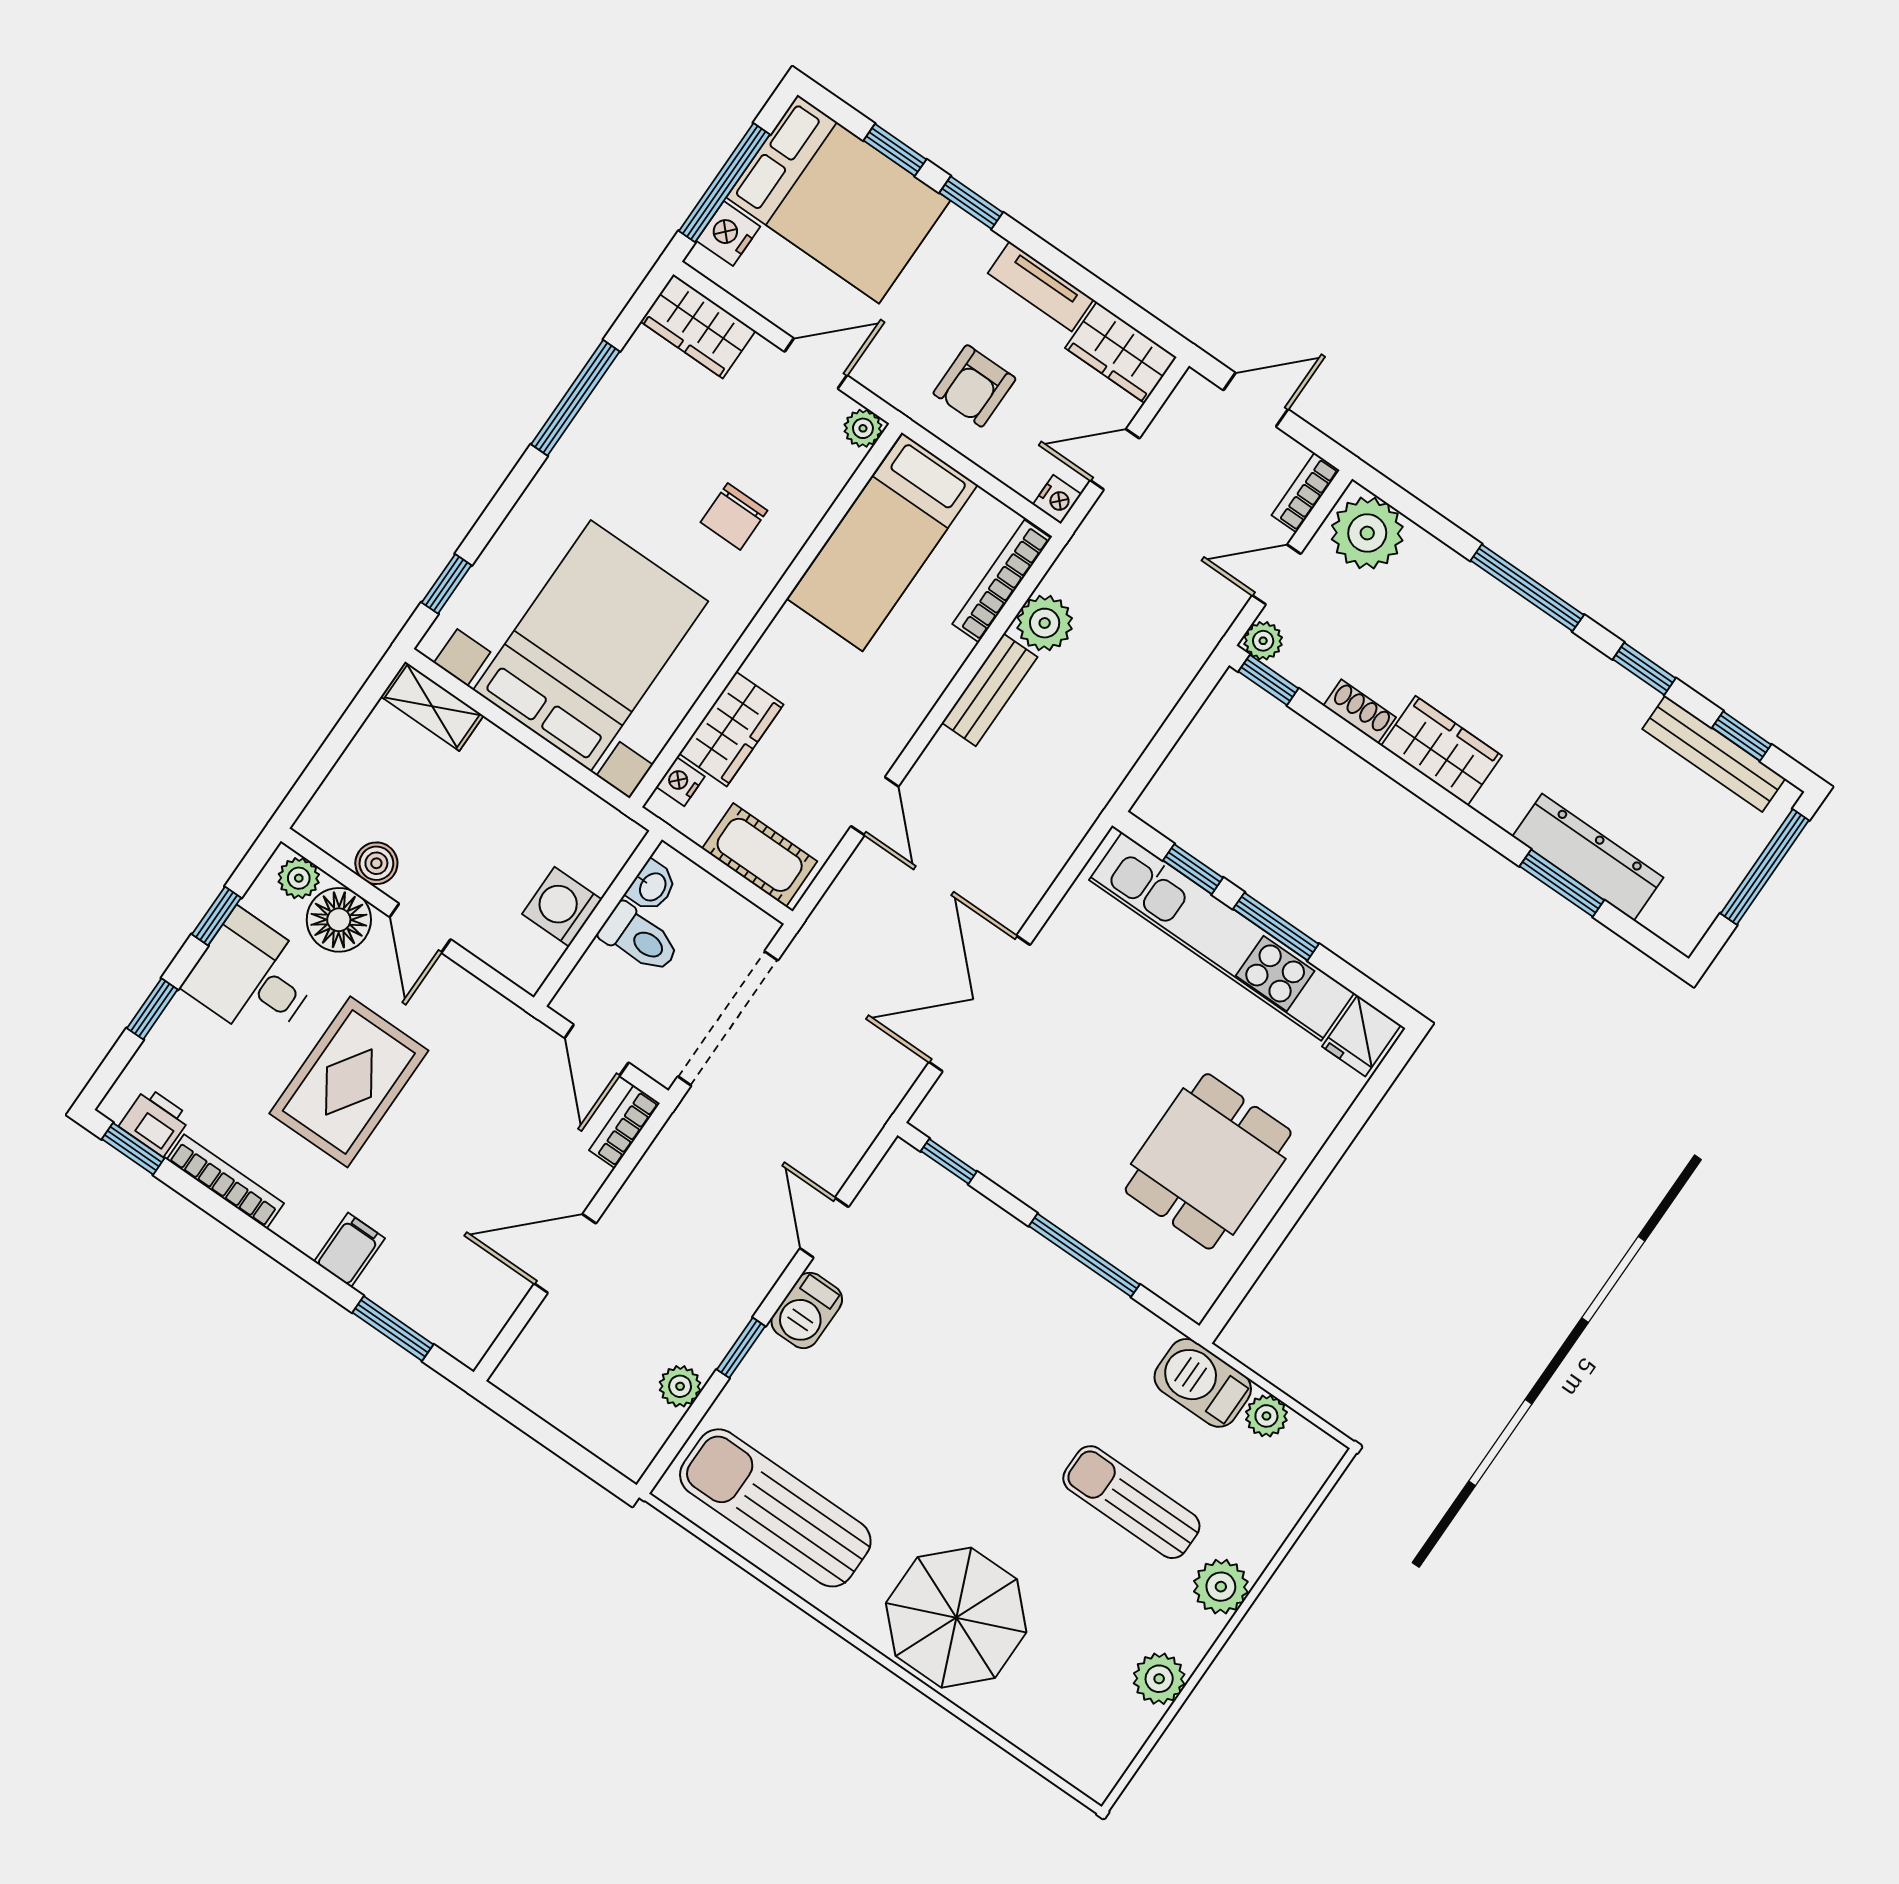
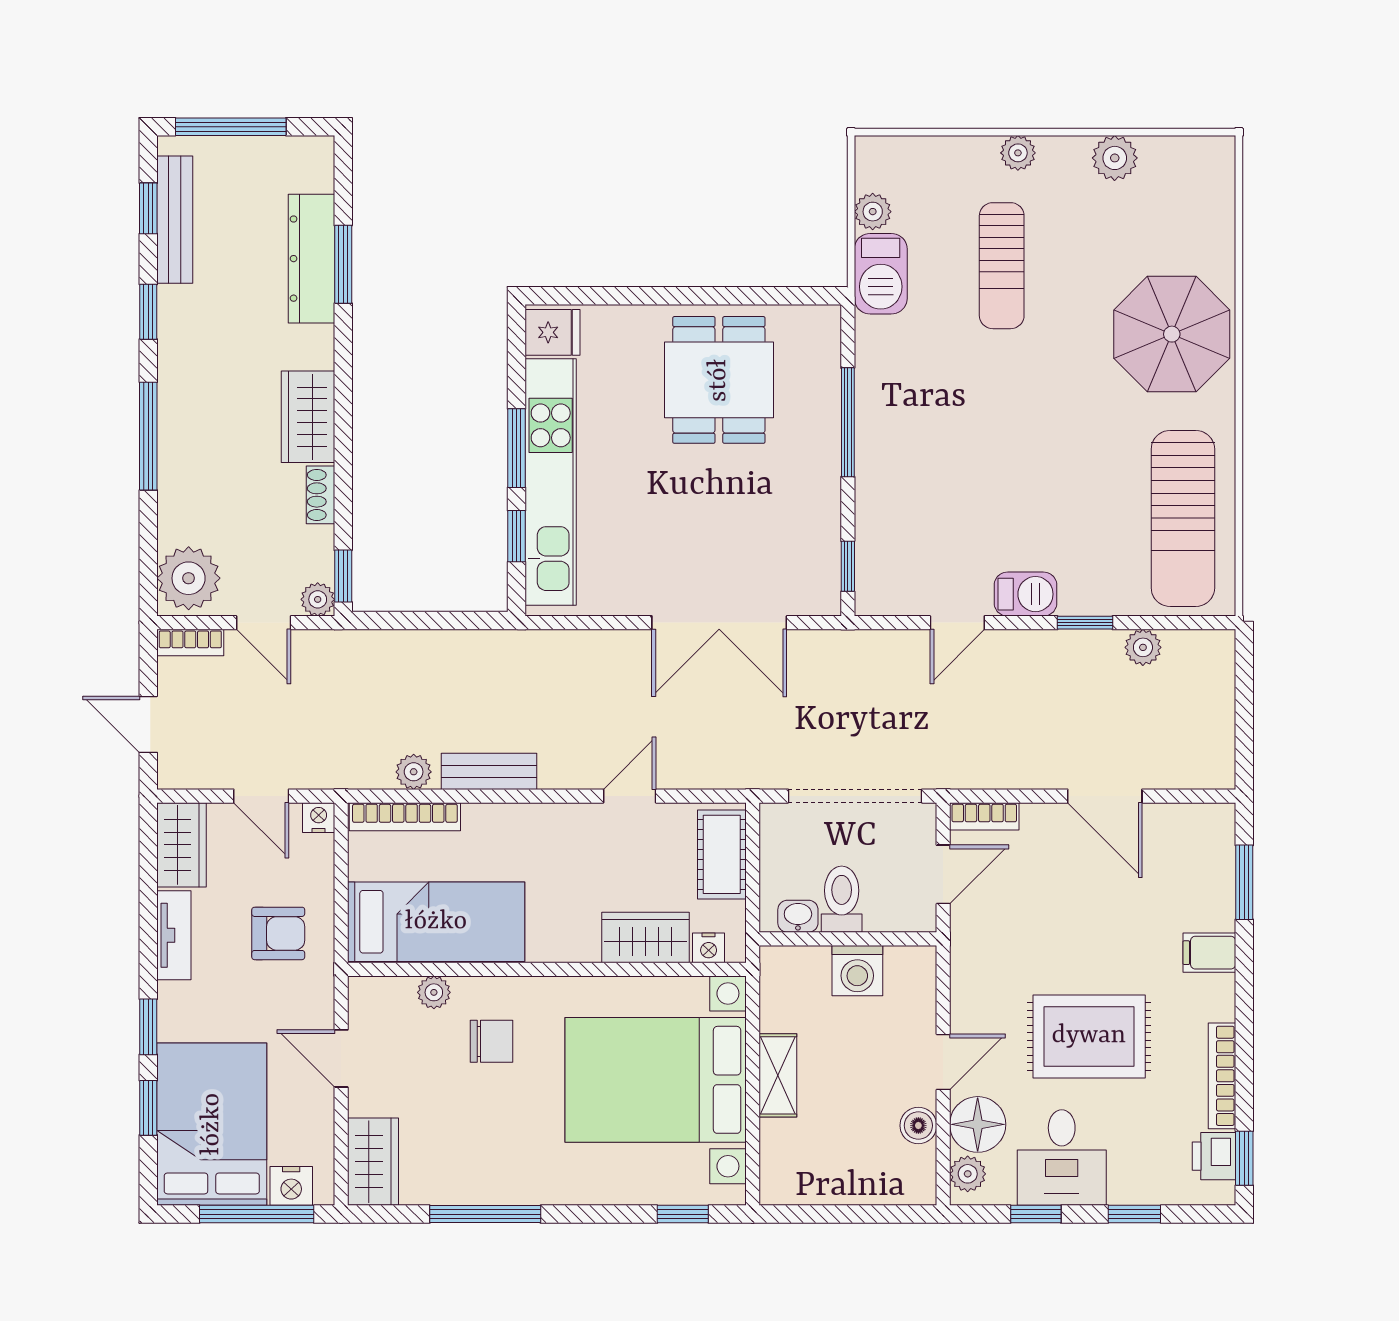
plant: (863, 428) -> (434, 992), moved
plant: (1045, 623) -> (414, 772), width x0.73, depth x0.73
shelving: (432, 706) -> (778, 1075), moved
dining table: (1208, 1161) -> (719, 380), turned 90
plant: (1221, 1587) -> (1018, 153), width x0.73, depth x0.73

